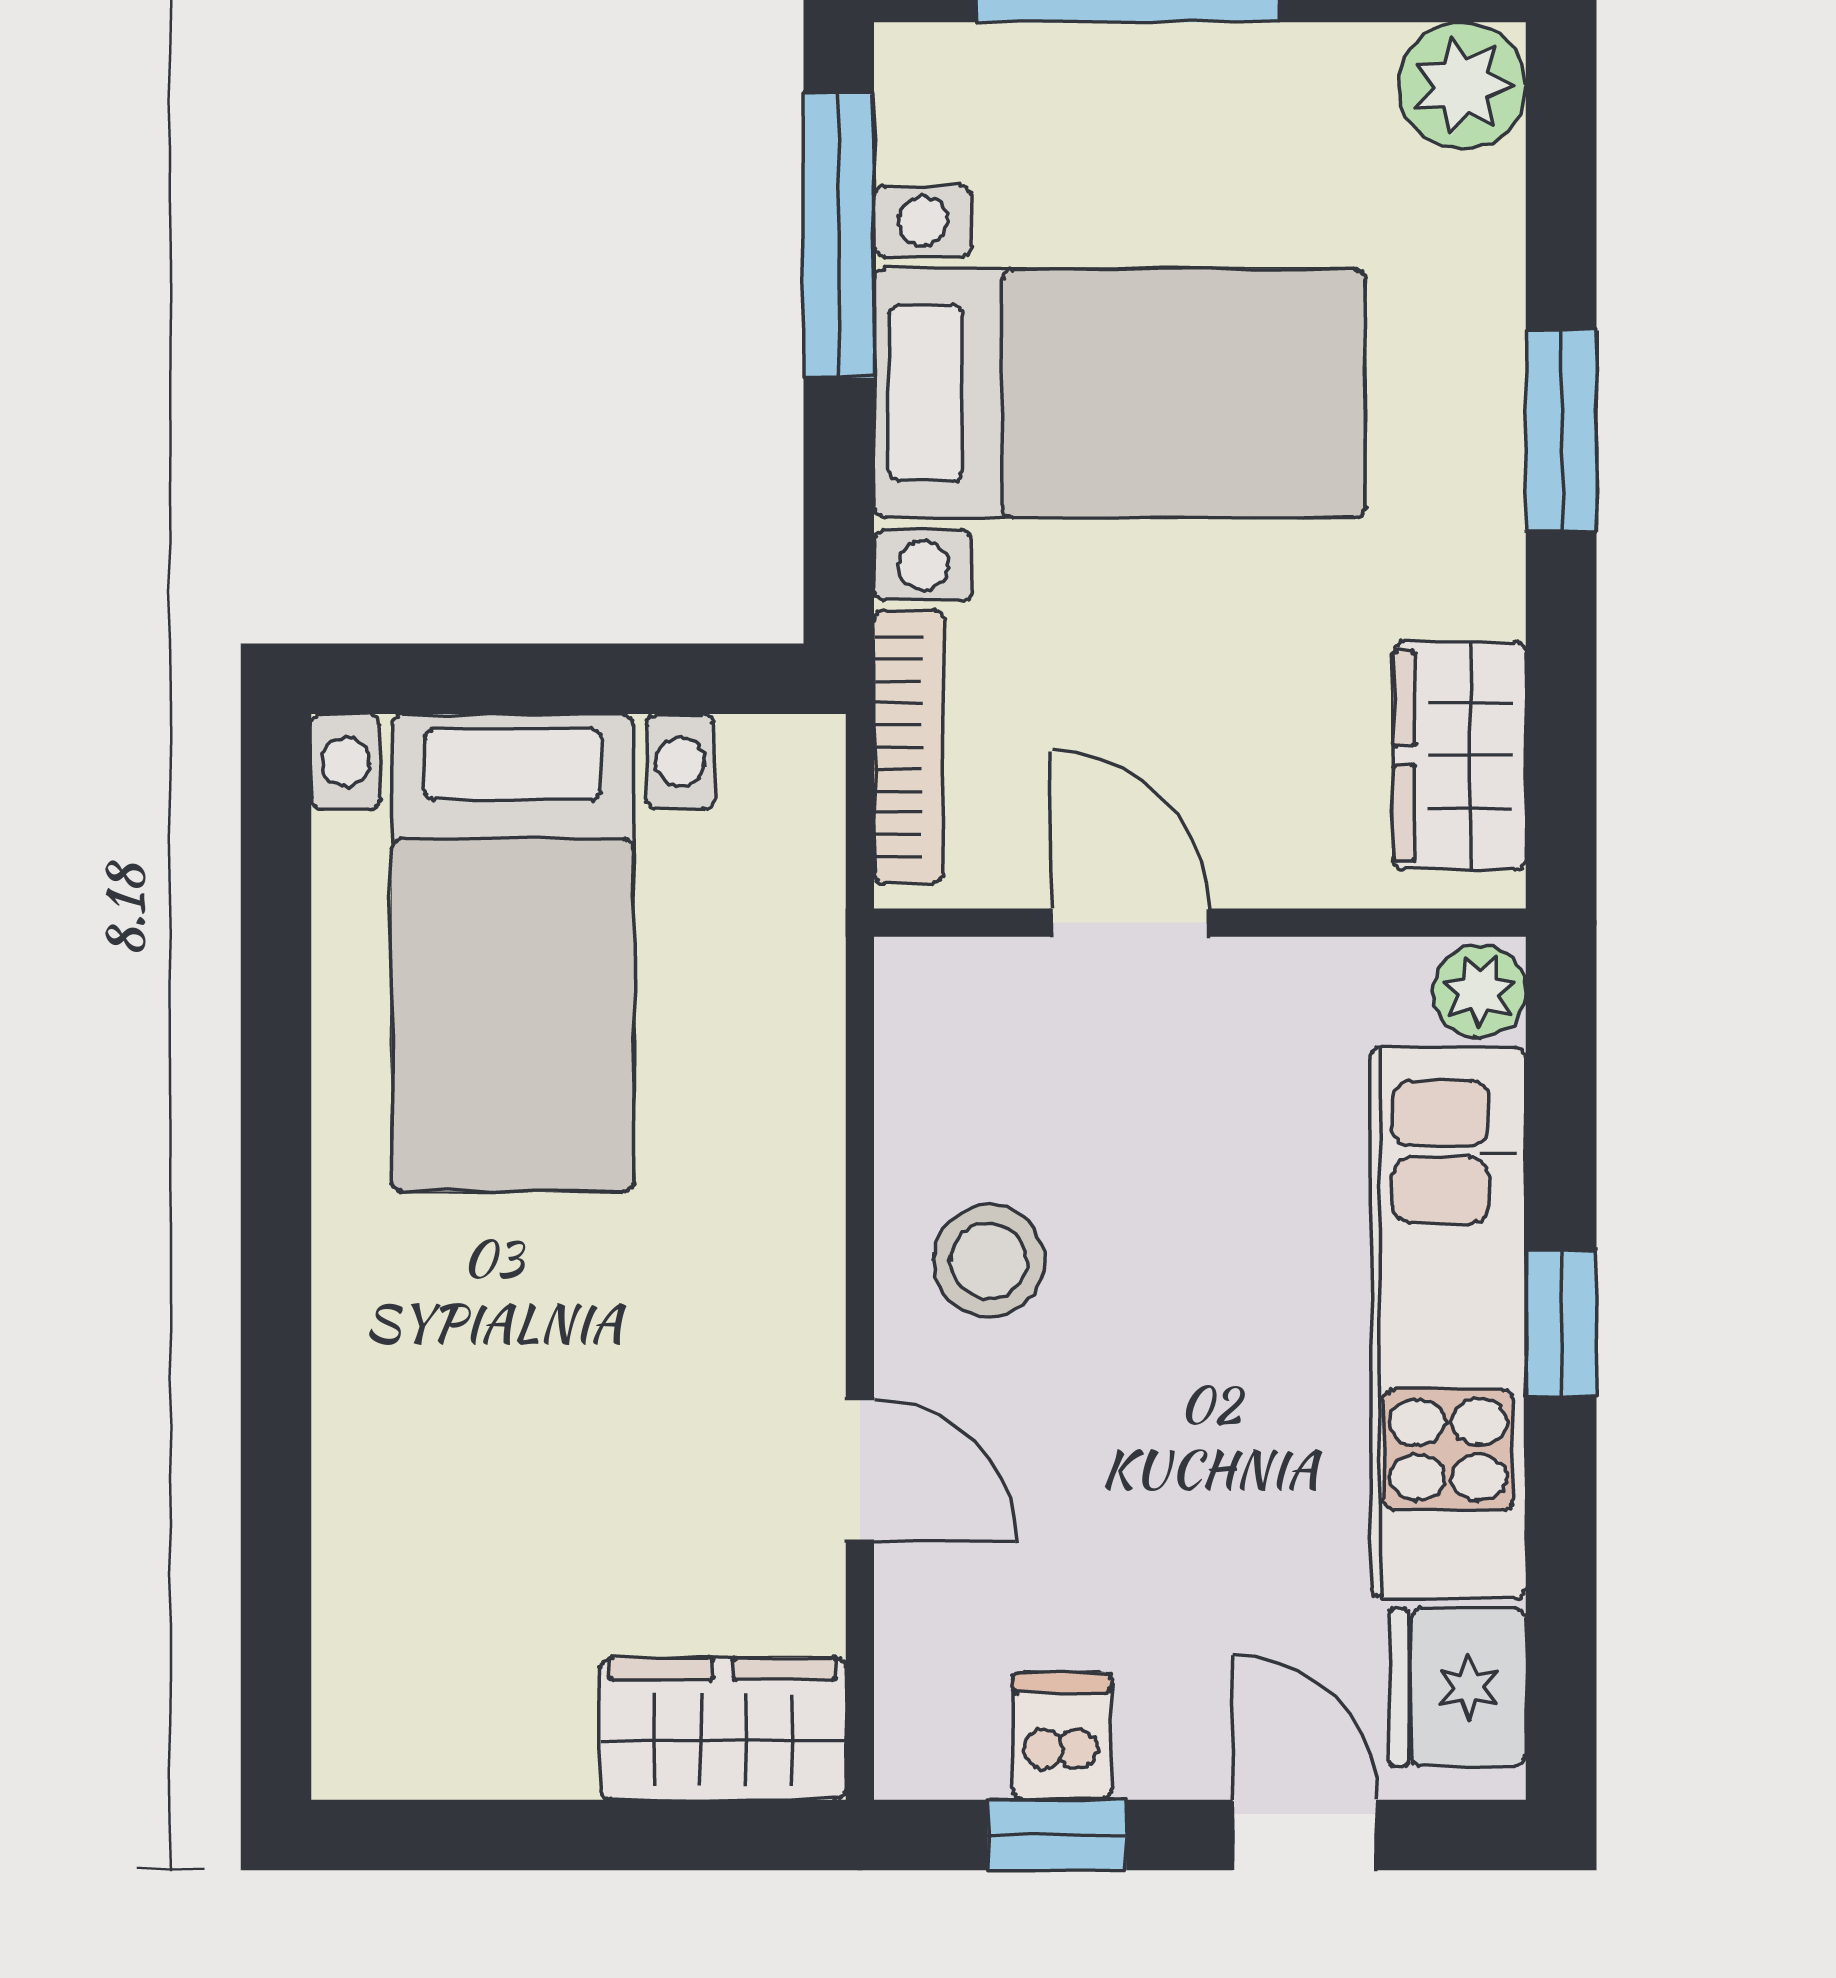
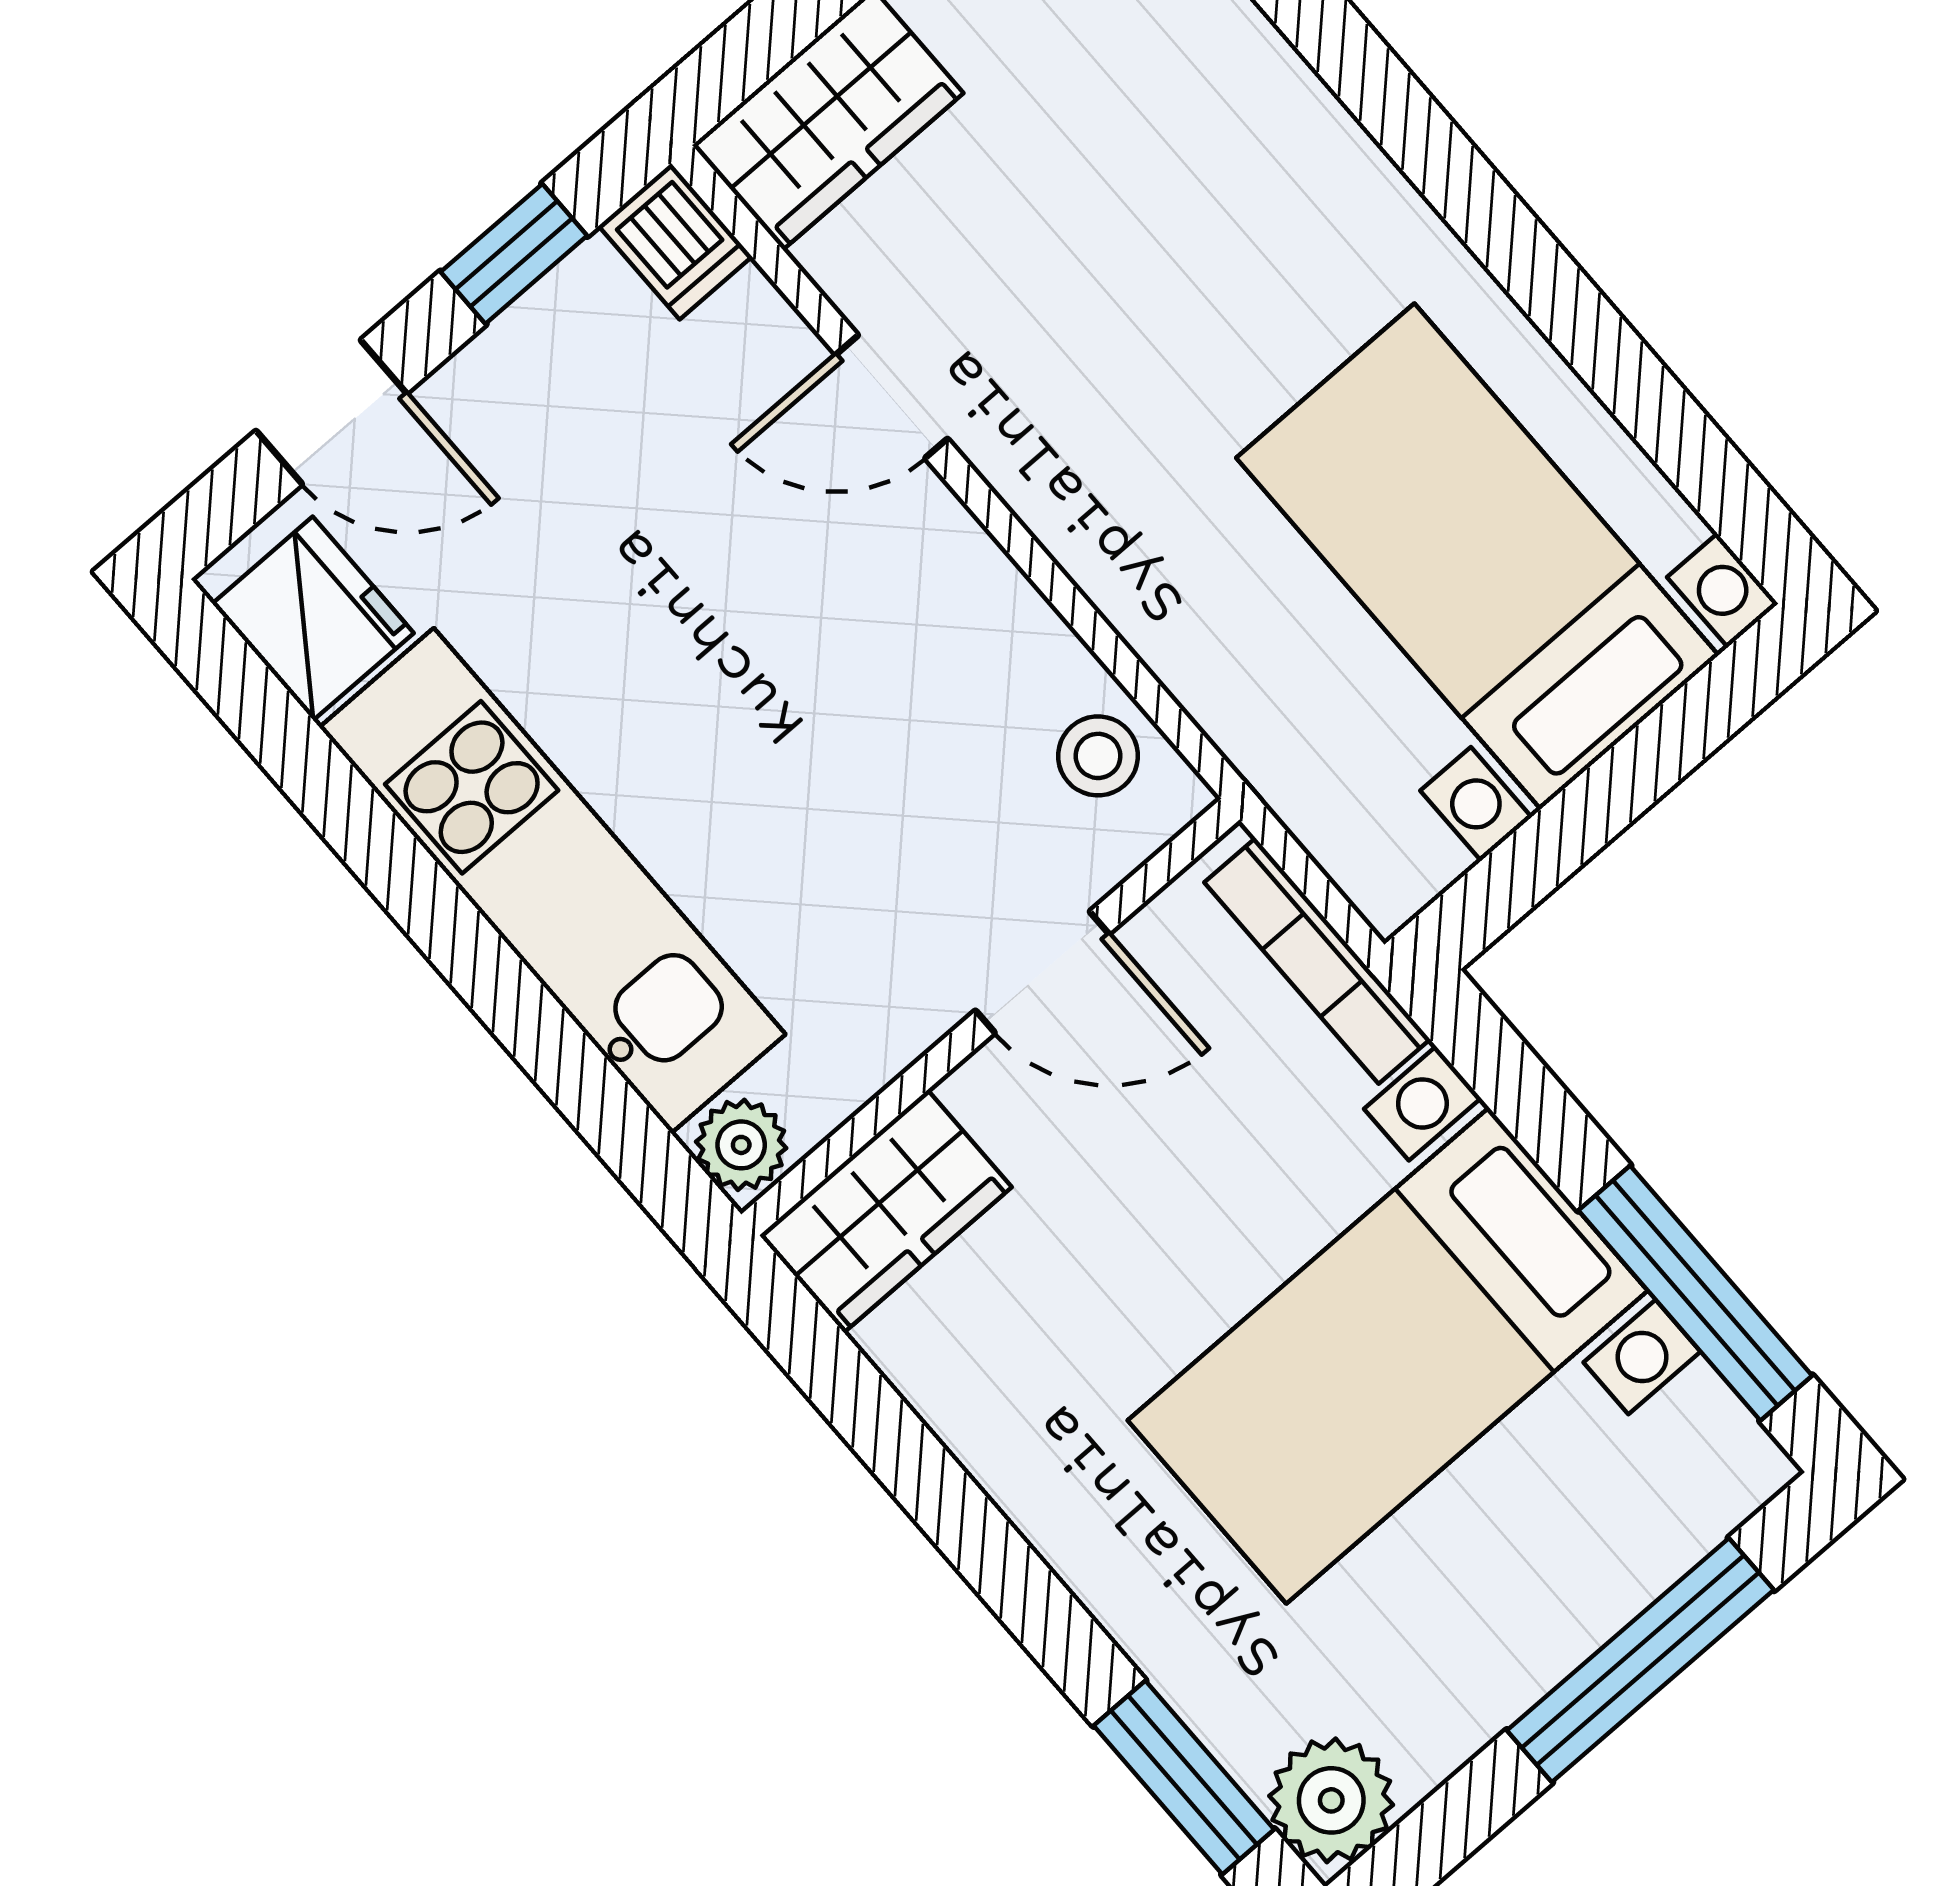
window: (1561, 431) -> (1184, 1778), moved
wardrobe: (1460, 756) -> (886, 1211), moved, turned 90
stool: (989, 1261) -> (1098, 756), moved, width x0.73, depth x0.73
window: (1561, 1323) -> (469, 952), removed
dishwasher: (1062, 1736) -> (675, 241), moved

